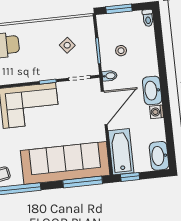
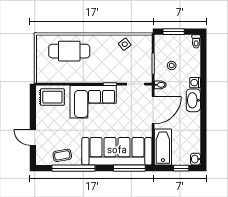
side table: (67, 45) -> (125, 44), moved
washing machine: (157, 112) -> (195, 83), moved
washbasin: (159, 156) -> (195, 159), width x0.52, depth x0.69
window: (130, 177) -> (181, 168), moved

